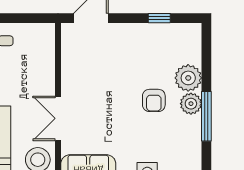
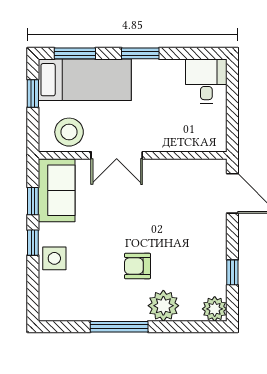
plant: (191, 104) -> (215, 309), moved
double door: (58, 118) -> (117, 155), swing flipped

